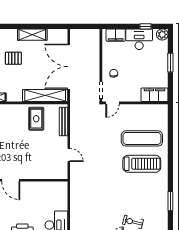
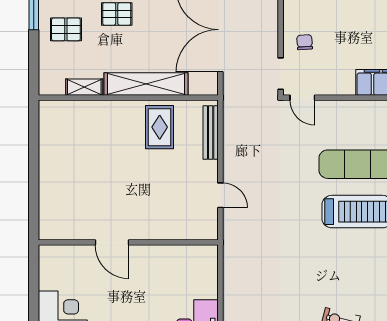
shelving: (45, 96) -> (146, 84), moved
door: (112, 103) -> (302, 98), hinge flipped

